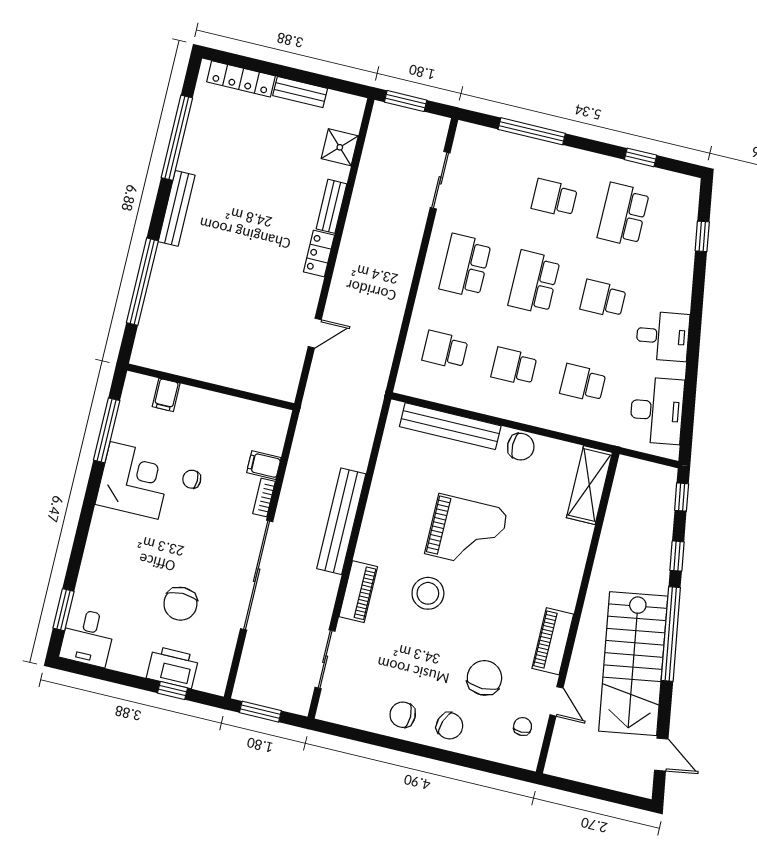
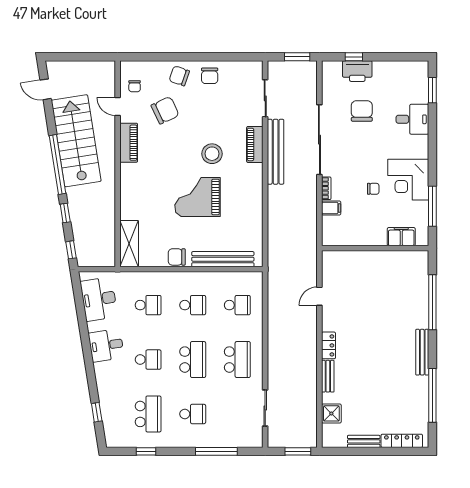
filing cabinet: (166, 395) -> (401, 237), width x2.00
bench: (341, 521) -> (276, 152), moved
desk: (88, 637) -> (412, 119), moved, turned 90
chair: (484, 678) -> (165, 110), turned -115
chair: (403, 715) -> (210, 76), turned 90

